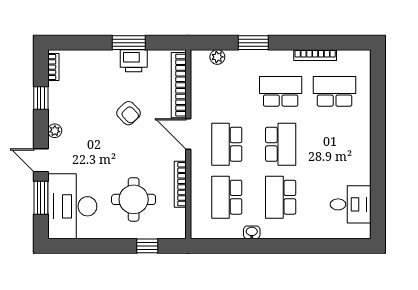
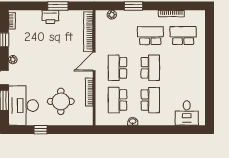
printer: (134, 61) -> (50, 17), moved
armchair: (129, 113) -> (58, 49), removed
door: (188, 134) -> (94, 62), hinge flipped
school desk: (281, 197) -> (150, 100), turned 180
desk: (351, 204) -> (187, 113), moved, turned 90
window: (147, 246) -> (41, 130), moved

